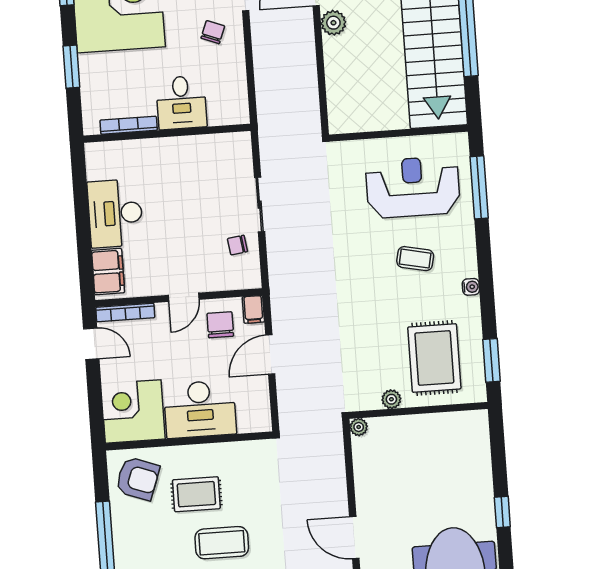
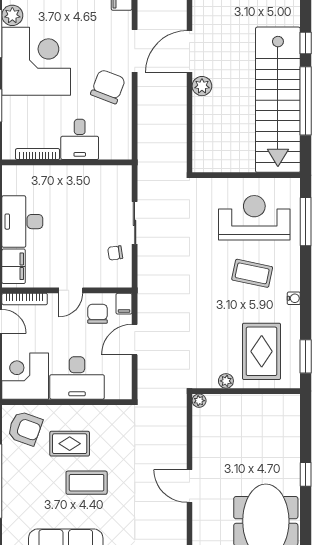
chair: (213, 32) -> (108, 87), width x1.87, depth x1.87
coffee table: (415, 259) -> (252, 273), width x1.36, depth x1.30

